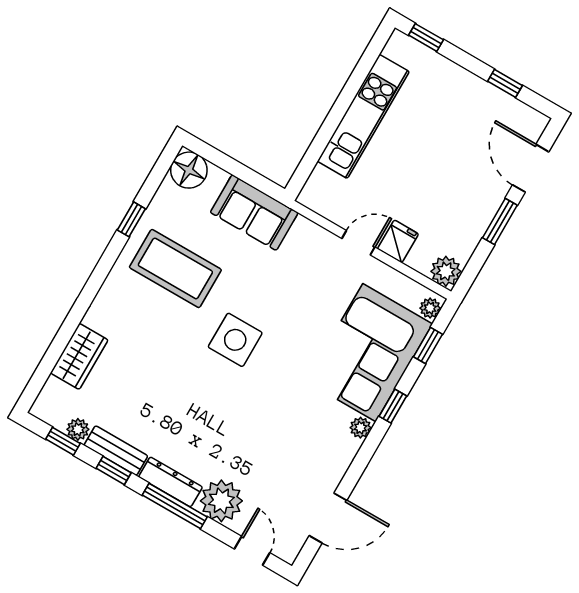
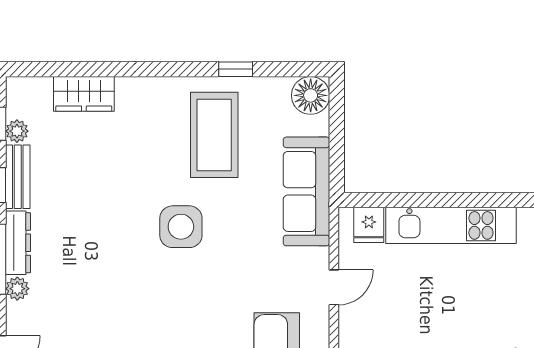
sofa: (254, 213) -> (306, 191), width x1.36
fridge: (398, 241) -> (369, 225), moved, turned 90
door: (358, 243) -> (334, 287), hinge flipped
plant: (221, 501) -> (17, 289), width x0.53, depth x0.53

